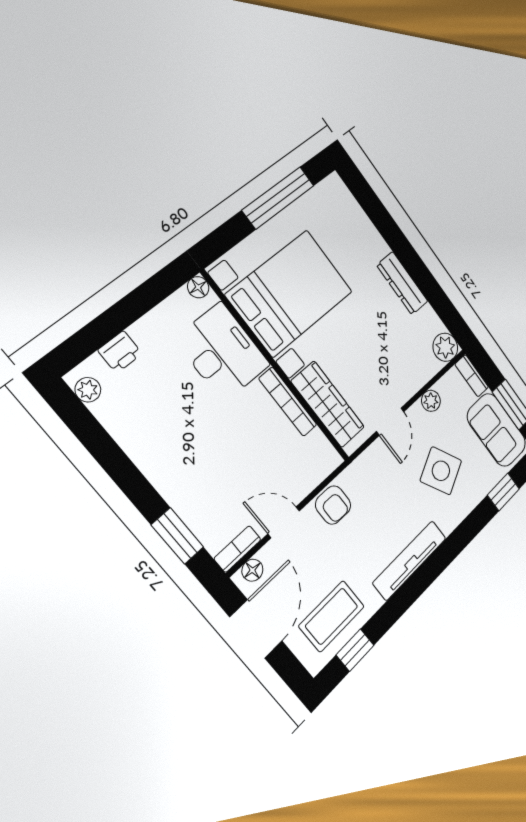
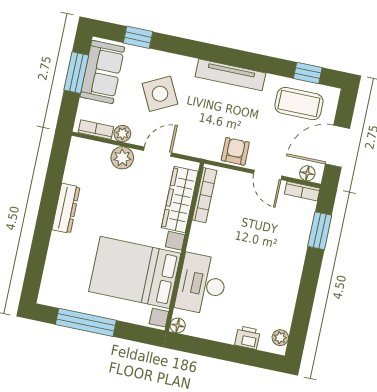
plant: (445, 347) -> (122, 158), moved
bookcase: (472, 376) -> (96, 130), moved, turned -90
bookcase: (288, 402) -> (204, 195), moved

